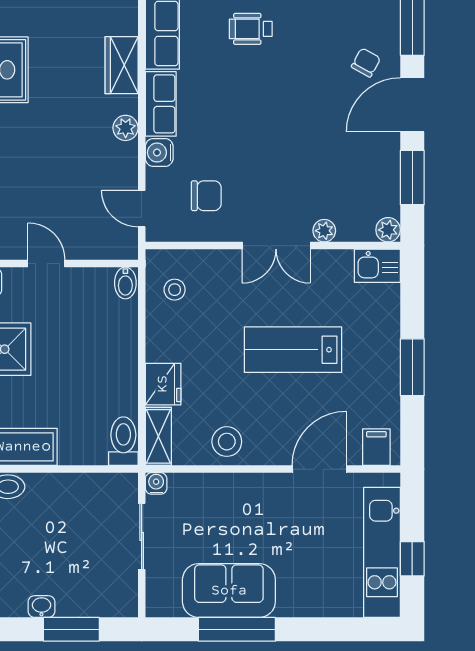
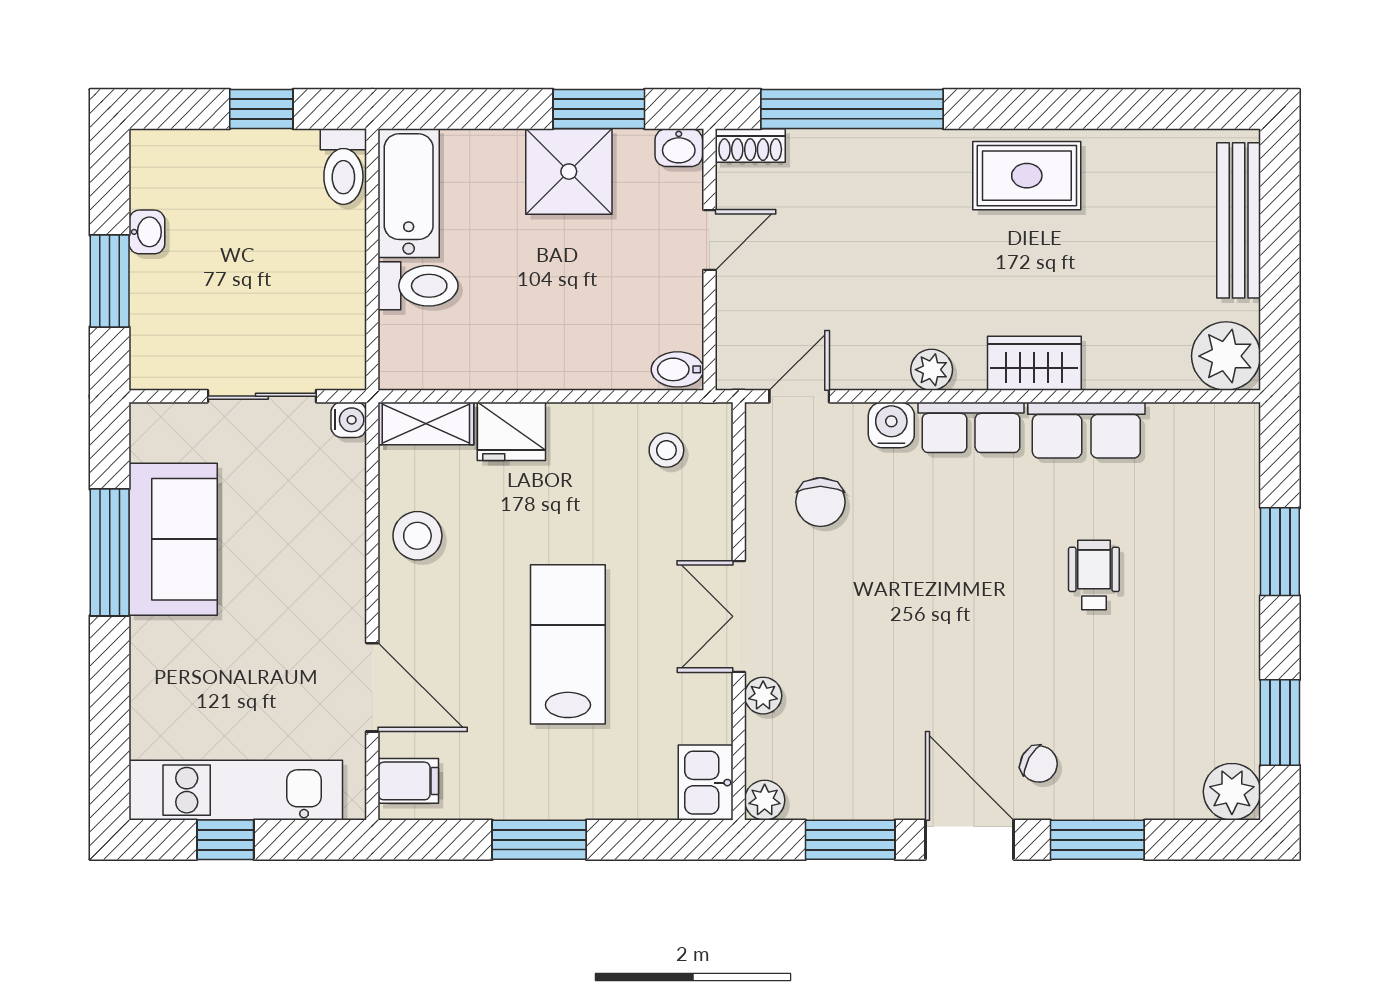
toilet: (123, 441) -> (418, 286), moved

